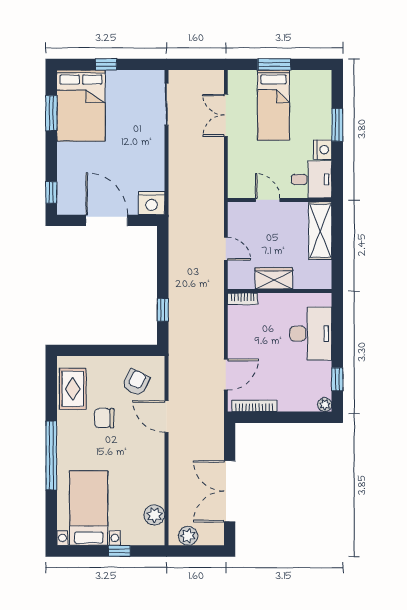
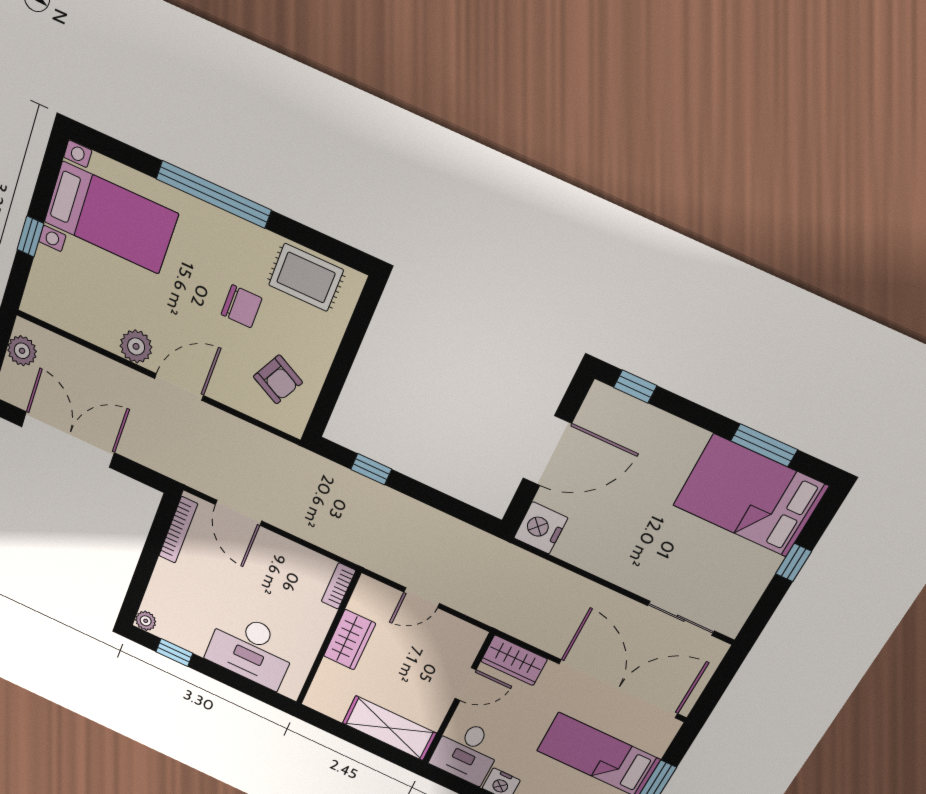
double door: (226, 115) -> (618, 689), width x1.87
wardrobe: (238, 180) -> (514, 660), added
door: (166, 417) -> (179, 387), moved
chair: (104, 418) -> (241, 306), turned 90
plant: (154, 515) -> (136, 346), moved

